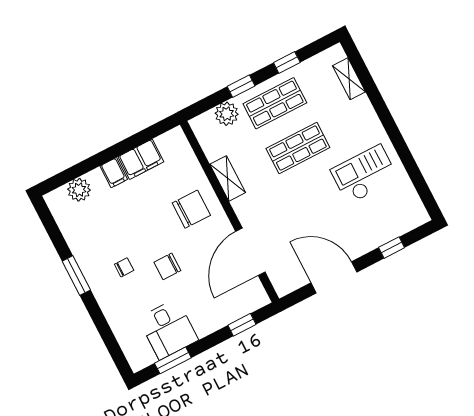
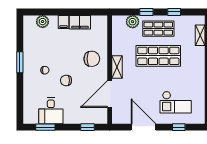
shop shelf: (298, 148) -> (158, 56), width x1.43, depth x1.36
checkout: (364, 174) -> (176, 102), moved, turned 180
shelving: (228, 178) -> (117, 67), moved

